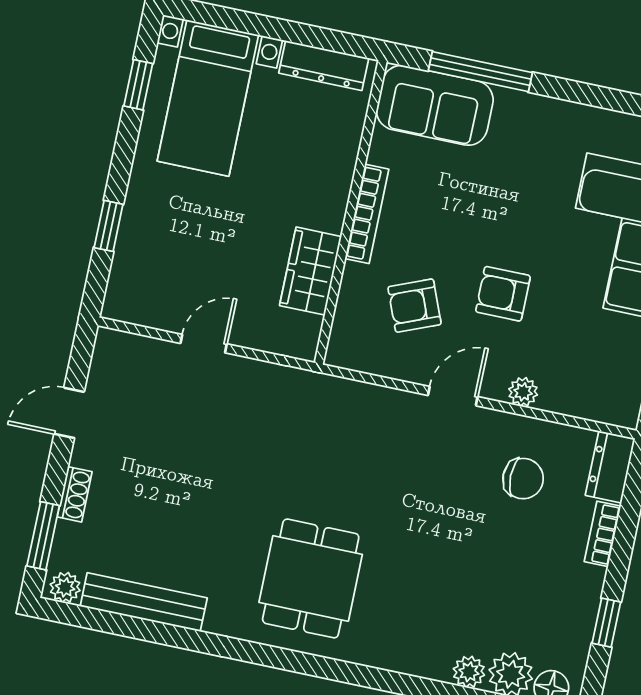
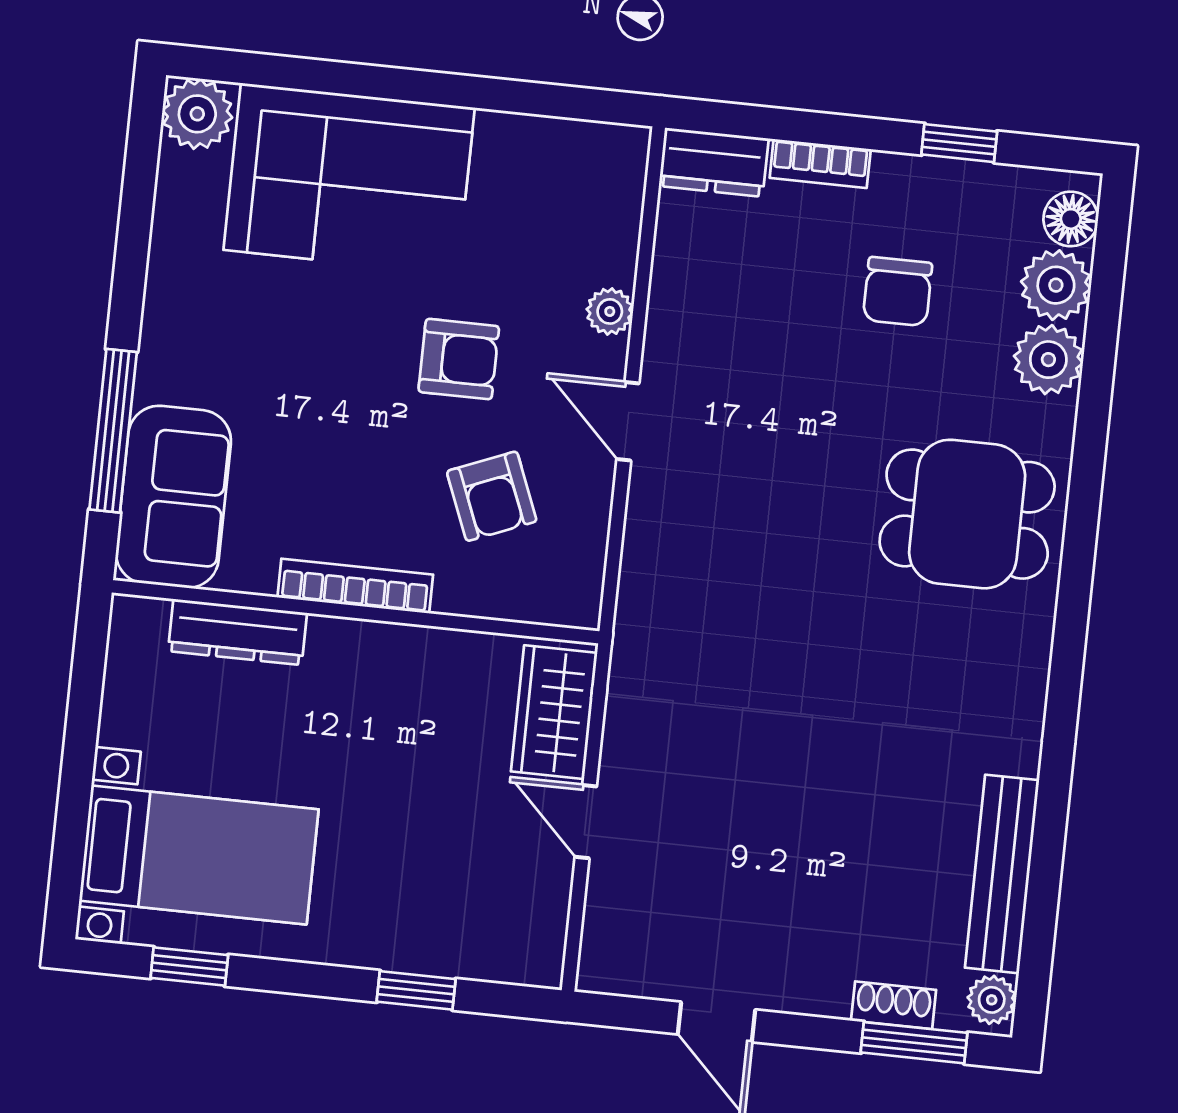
dresser: (324, 66) -> (237, 632), moved, turned 90
wardrobe: (311, 271) -> (554, 712), moved, turned 90
armchair: (503, 294) -> (459, 359), turned -90
chair: (523, 479) -> (897, 292), moved, turned 180
shoe rack: (75, 494) -> (894, 1005), moved
dining table: (311, 578) -> (967, 514), moved
plant: (469, 672) -> (1048, 360), width x1.38, depth x1.38

